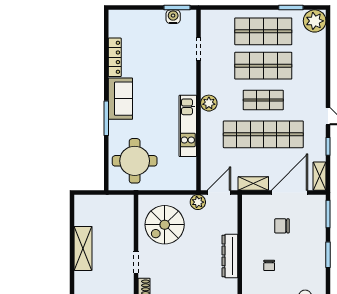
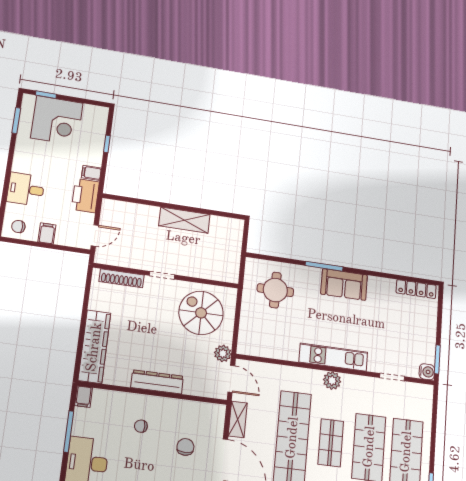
water cooler: (173, 17) -> (427, 372), moved
locker: (115, 57) -> (416, 289), moved
kitchen unit: (188, 126) -> (333, 357), moved
round table: (135, 161) -> (275, 290), width x0.73, depth x0.73

